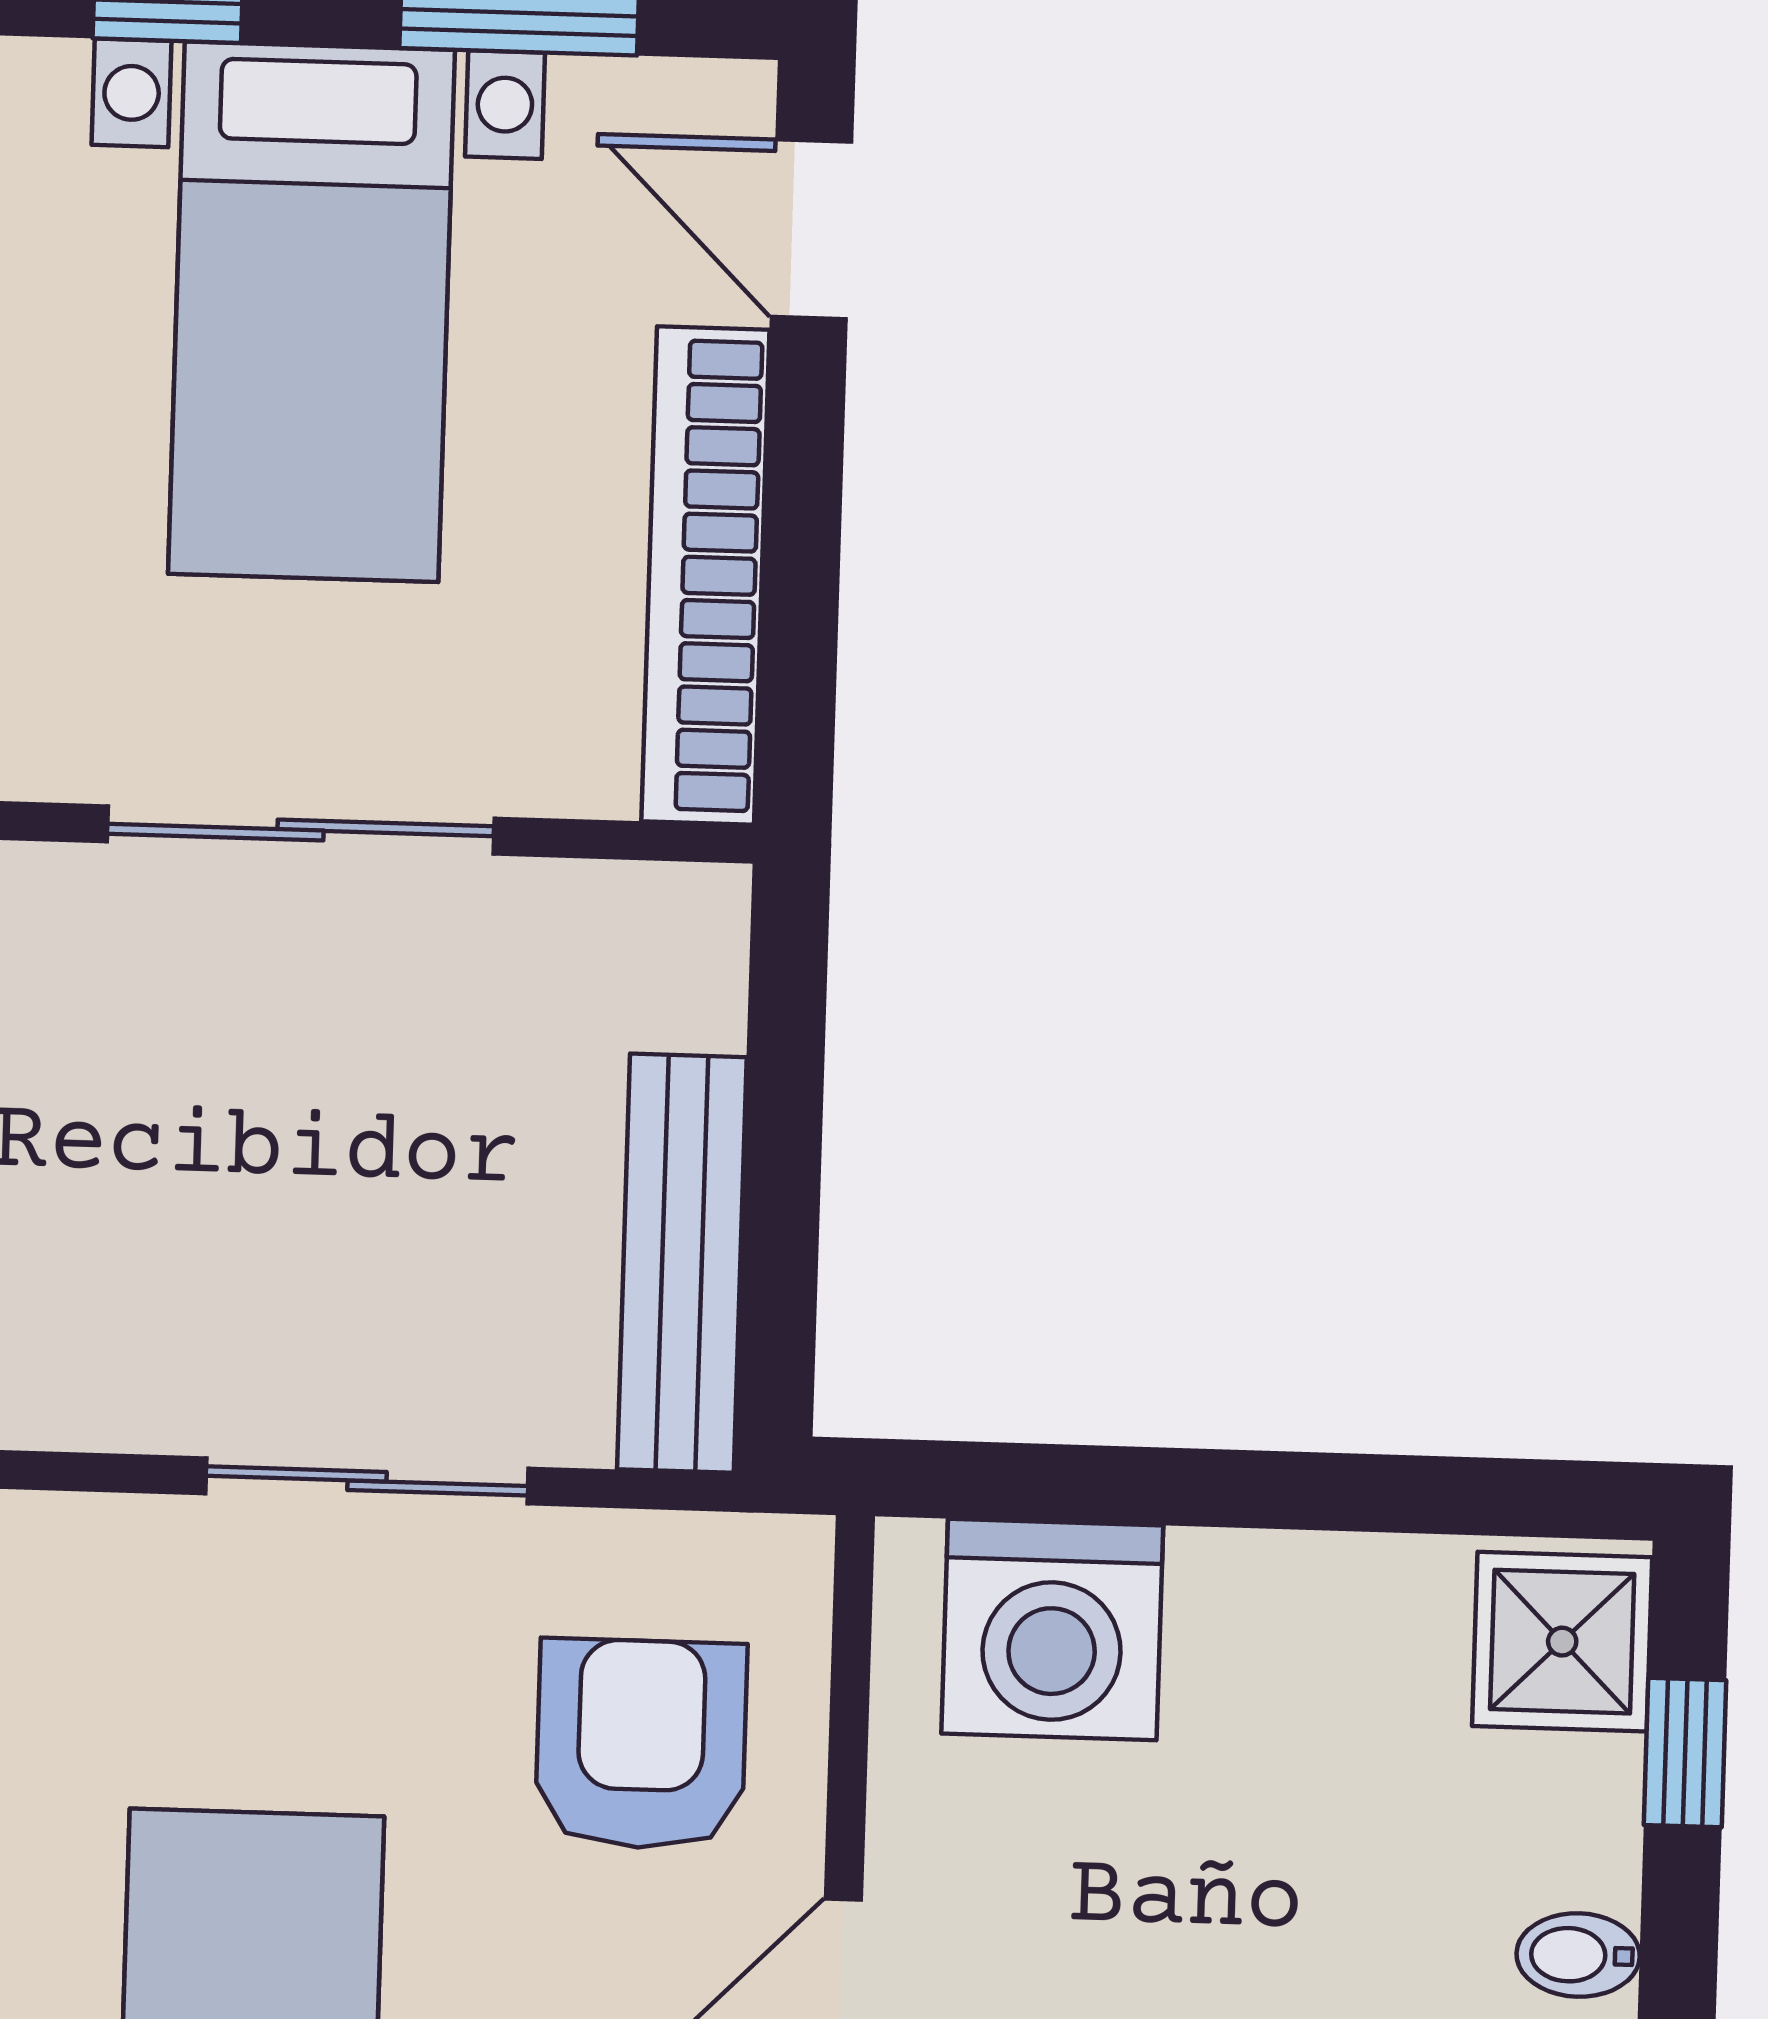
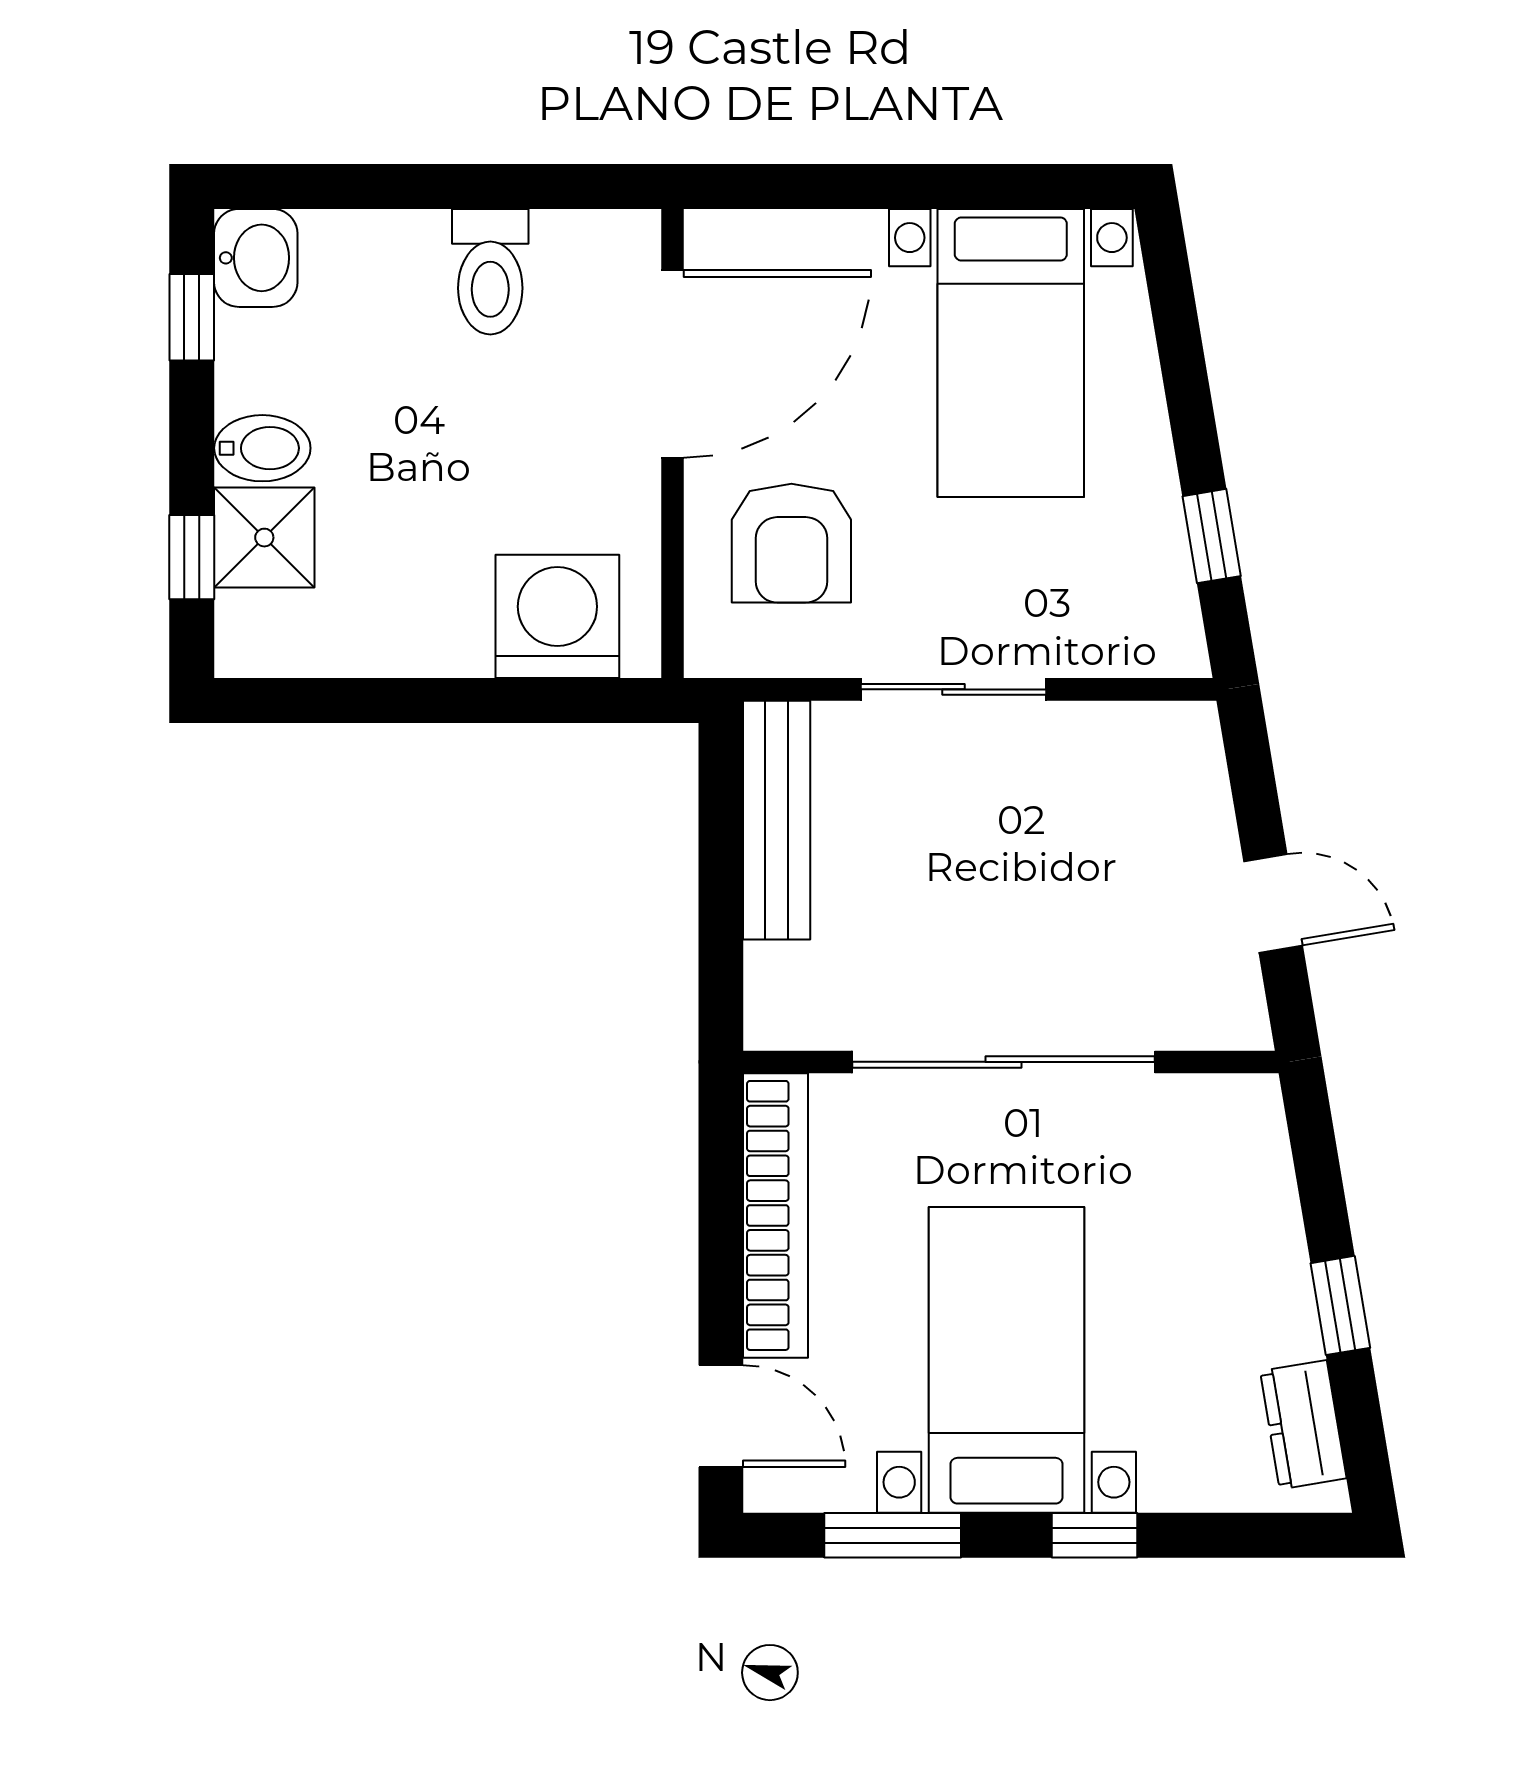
sliding door: (301, 830) -> (1003, 1062), width x1.36
shower: (1562, 1642) -> (264, 538), moved
bidet: (1578, 1955) -> (262, 448), width x1.38, depth x1.36

